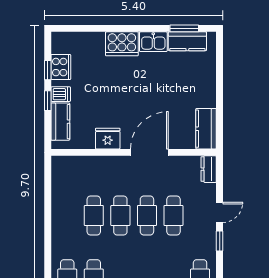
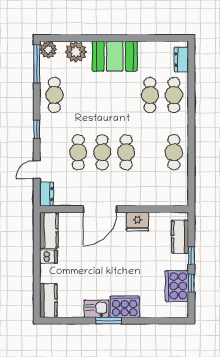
window: (184, 28) -> (109, 321), moved
kitchen counter: (187, 41) -> (48, 301), moved, turned 90
cooker: (61, 67) -> (177, 286), width x1.37, depth x1.31
dishwasher: (61, 94) -> (48, 257), moved, turned 180
door: (220, 212) -> (37, 170), moved
cafe table: (94, 216) -> (174, 152), moved

